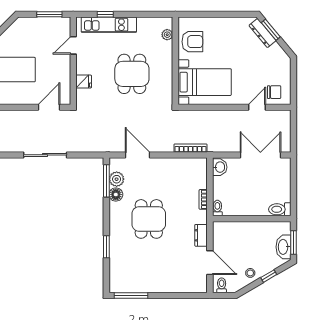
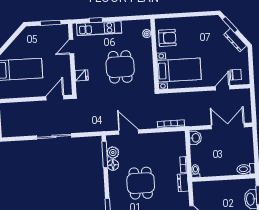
dresser: (263, 33) -> (235, 40), moved
dresser: (201, 235) -> (183, 183), moved

